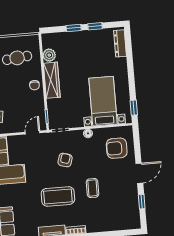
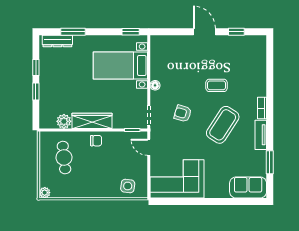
window: (129, 57) -> (73, 32), added
armchair: (117, 148) -> (174, 55), removed
coffee table: (58, 196) -> (223, 125), turned 33

